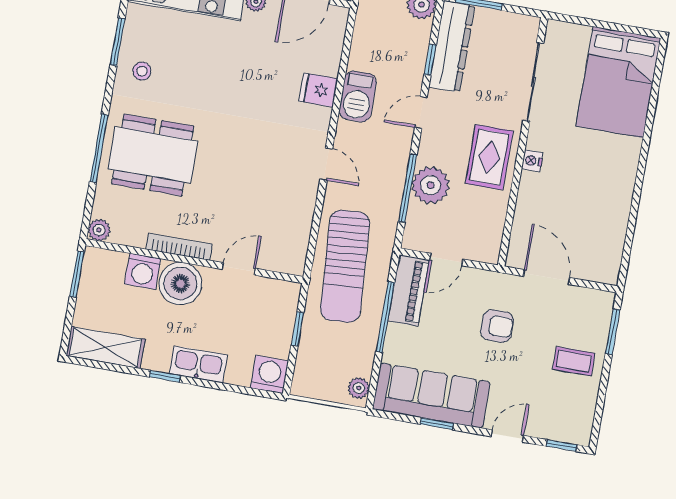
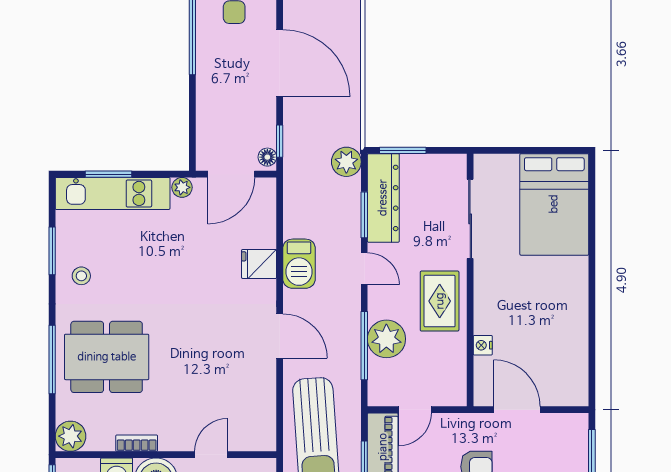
window: (430, 60) -> (364, 215), width x1.50
door: (421, 113) -> (364, 269), swing flipped
nightstand: (532, 161) -> (483, 345), moved
door: (326, 164) -> (280, 336), width x1.38
plant: (99, 230) -> (71, 436), width x1.38, depth x1.38
bookcase: (179, 247) -> (137, 443), width x0.64

